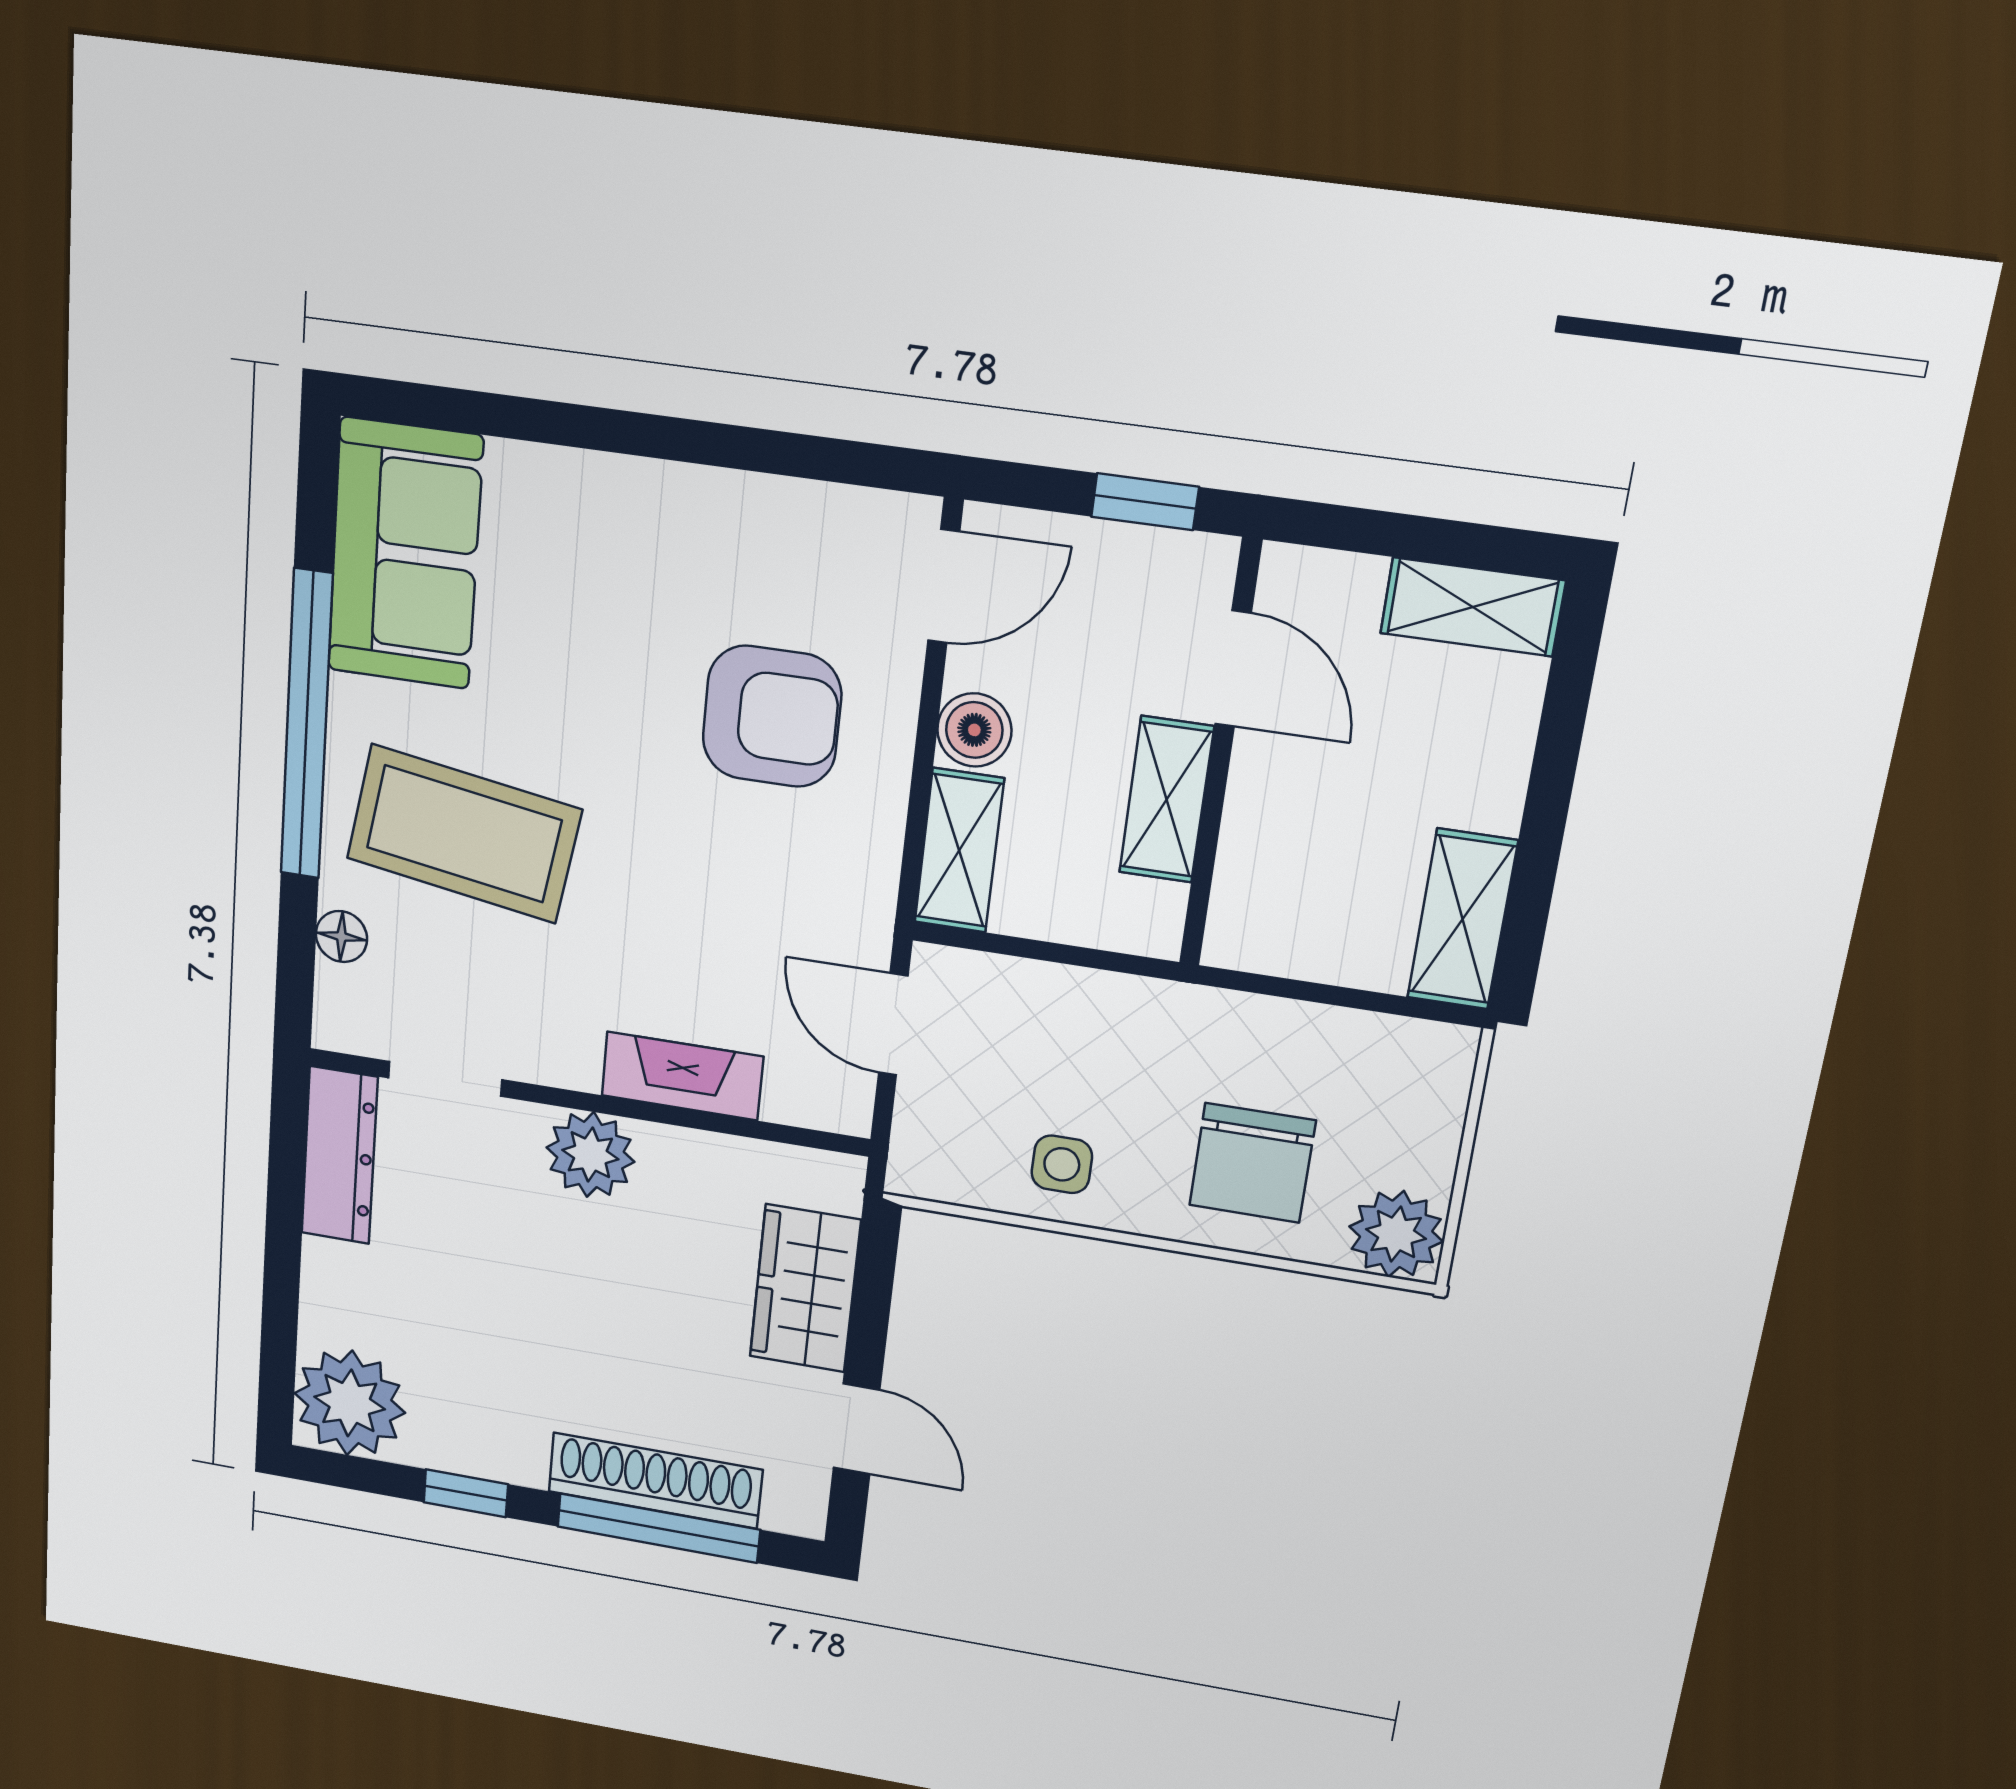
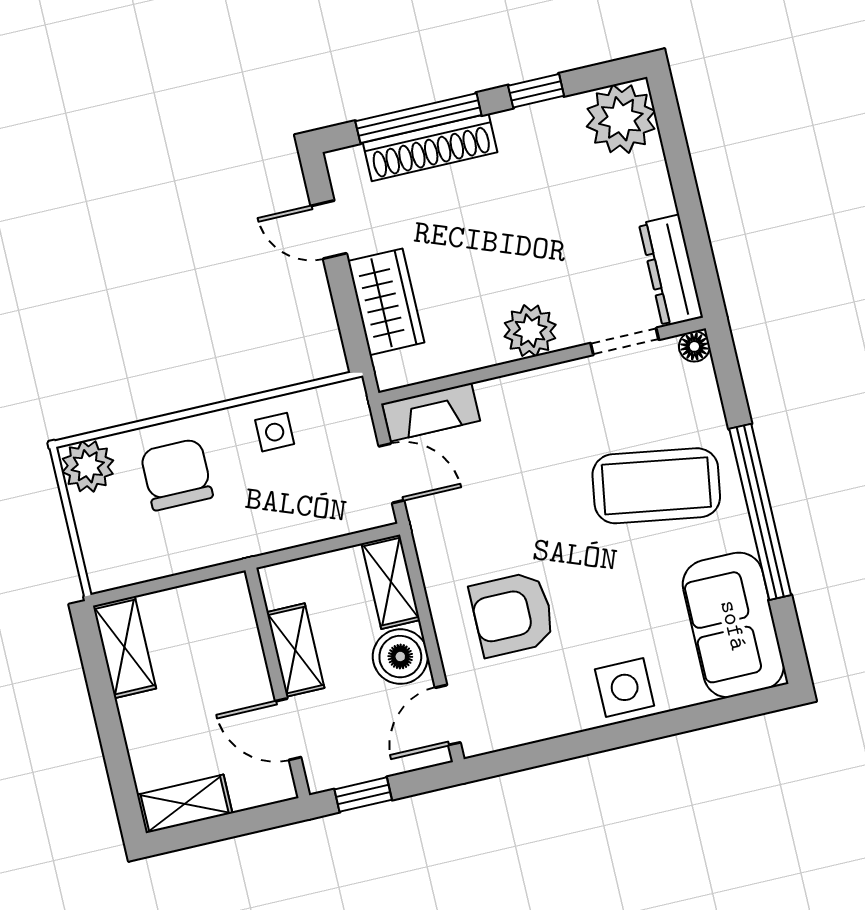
side table: (622, 517) -> (625, 687), added
boiler: (974, 730) -> (400, 657), width x1.36, depth x1.36
floor lamp: (341, 937) -> (694, 346), moved
fireplace: (682, 1076) -> (431, 412), moved

